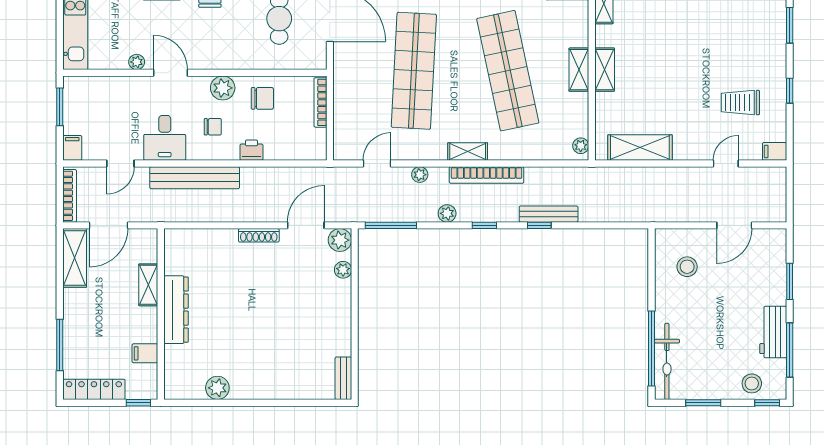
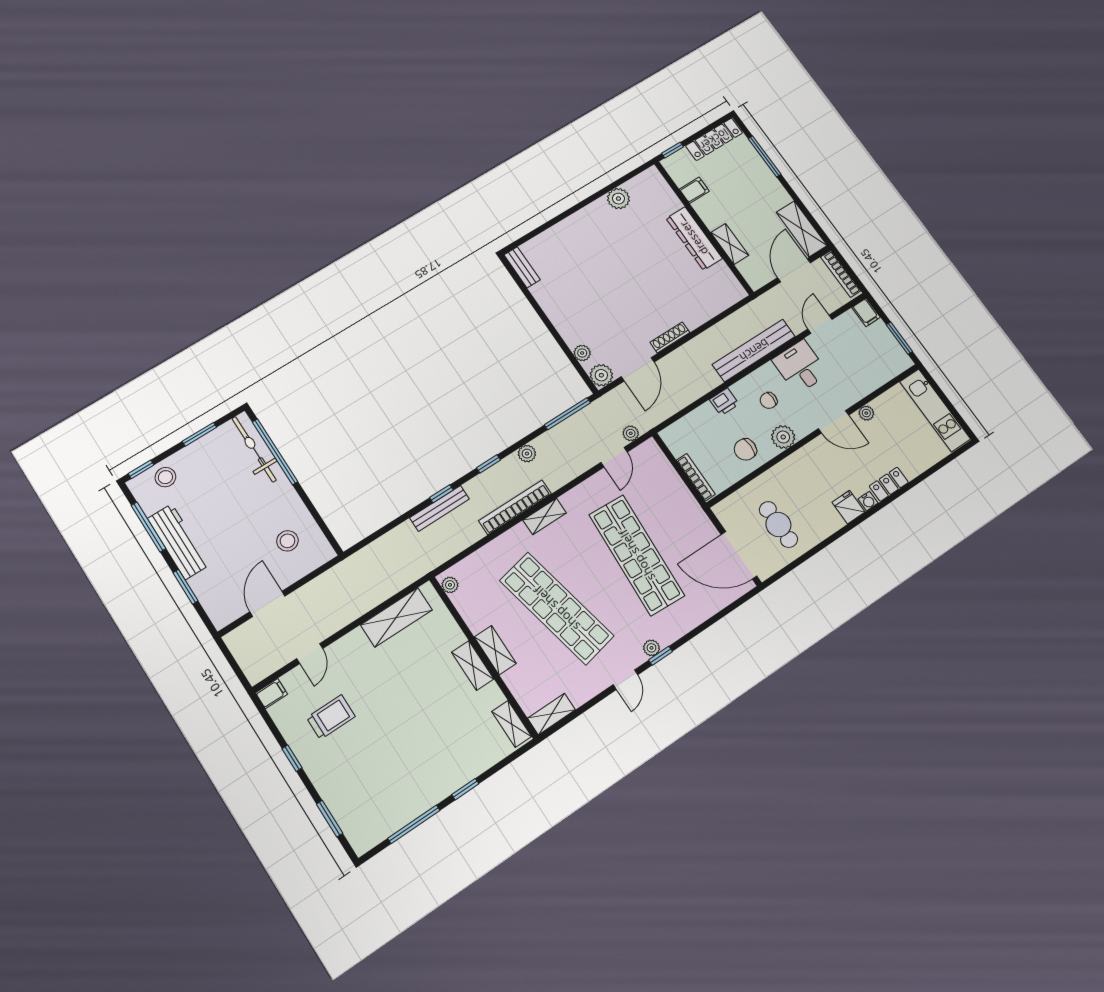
plant: (420, 175) -> (631, 433), moved
workbench: (773, 332) -> (179, 542), width x1.38

